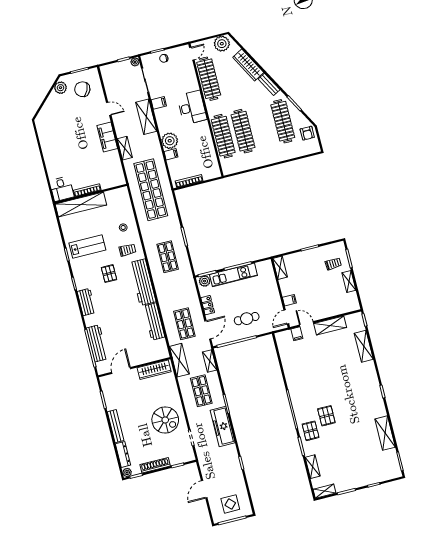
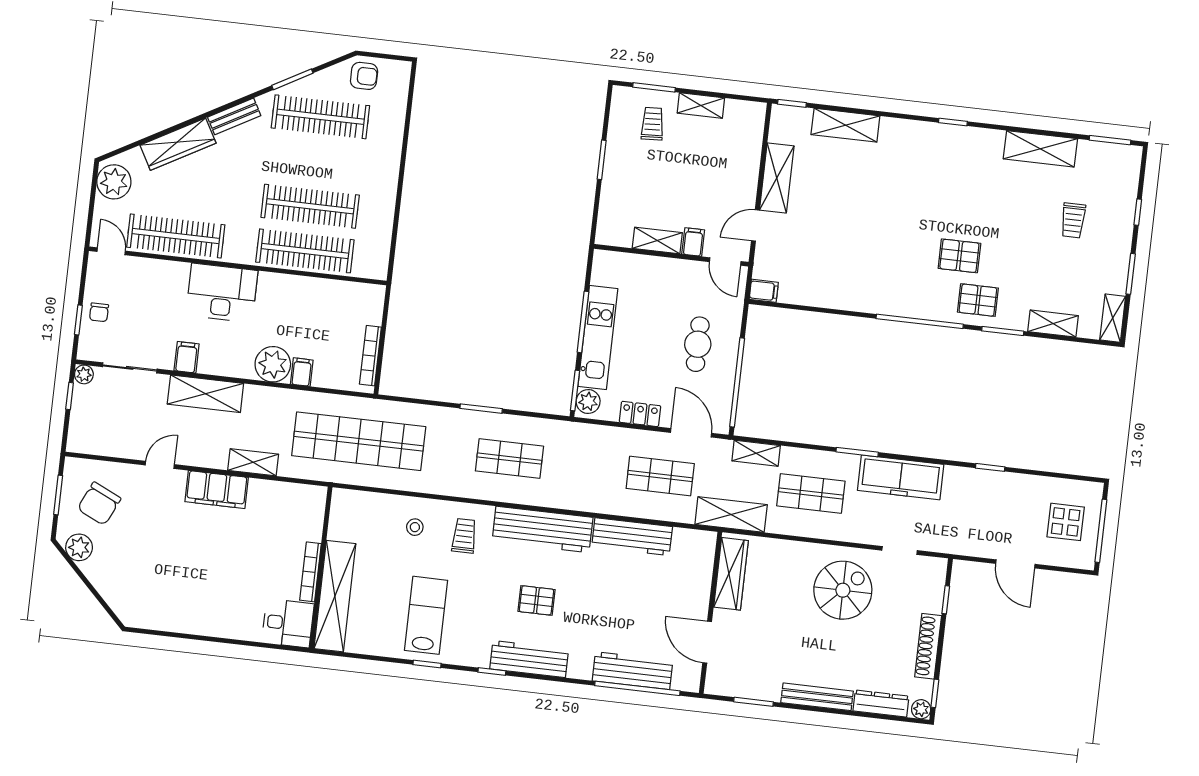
shelving: (280, 268) -> (657, 240), moved
pallet: (109, 274) -> (536, 600), moved
workbench: (86, 302) -> (529, 659), width x1.38
filing cabinet: (297, 334) -> (764, 291), moved
trolley: (360, 459) -> (1073, 220), added

